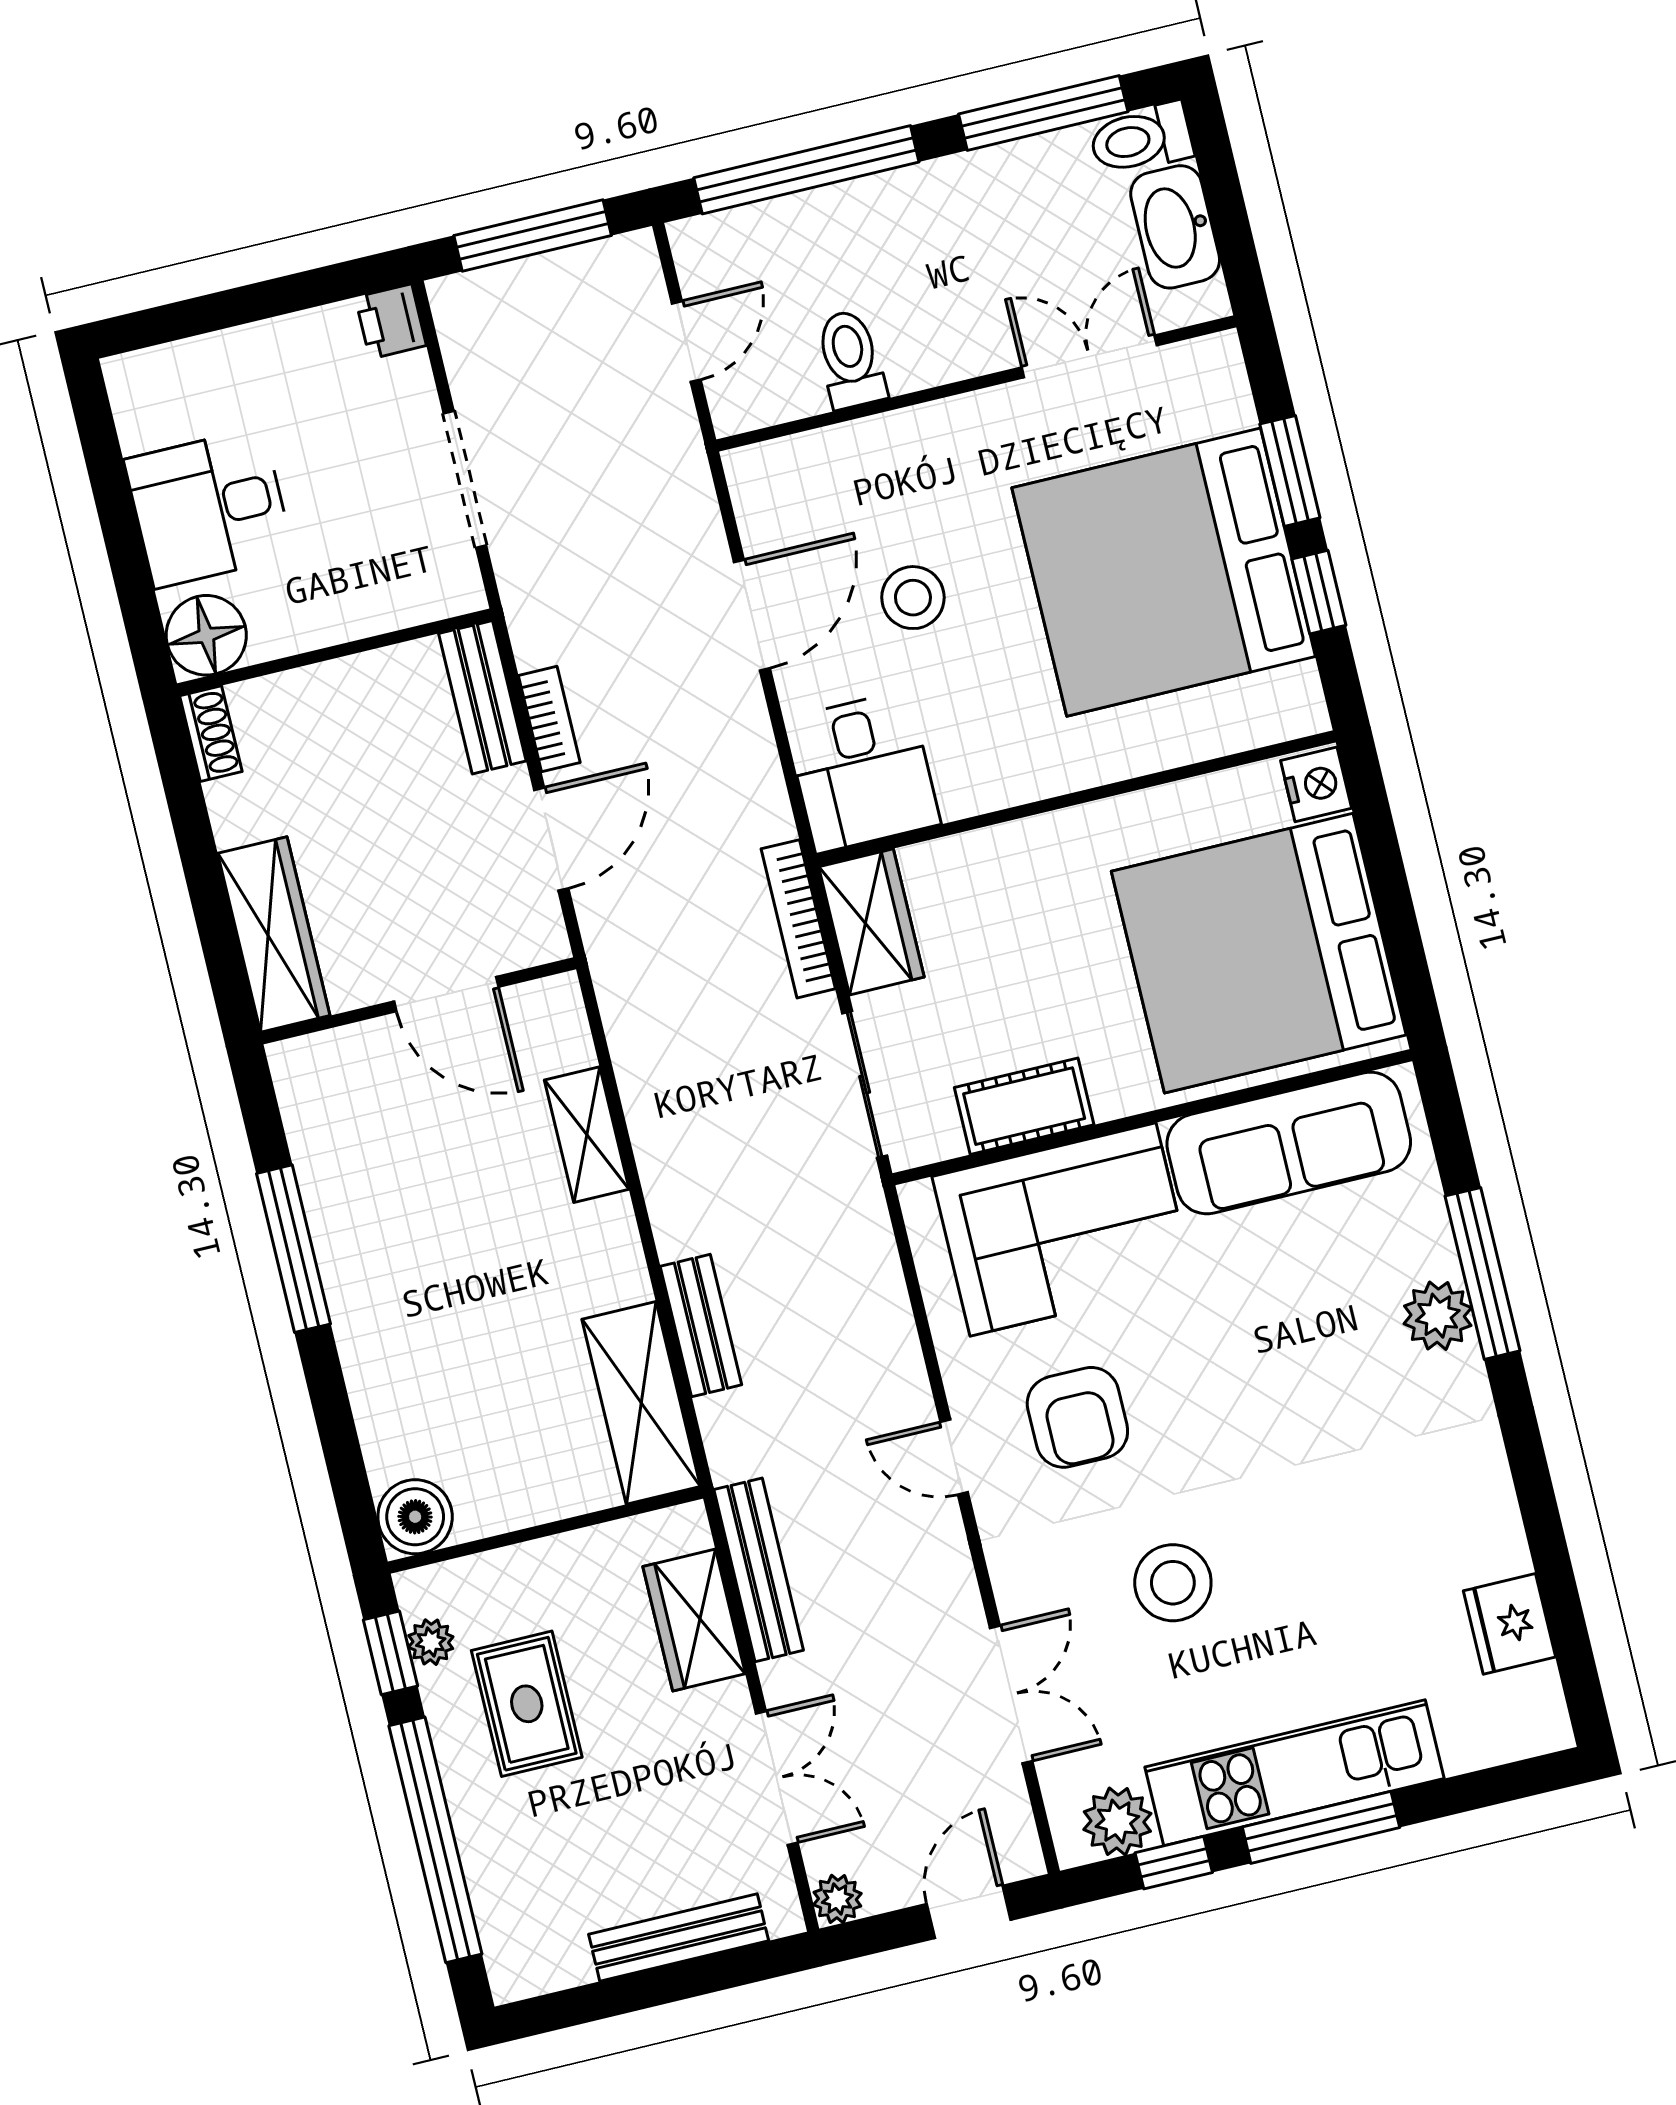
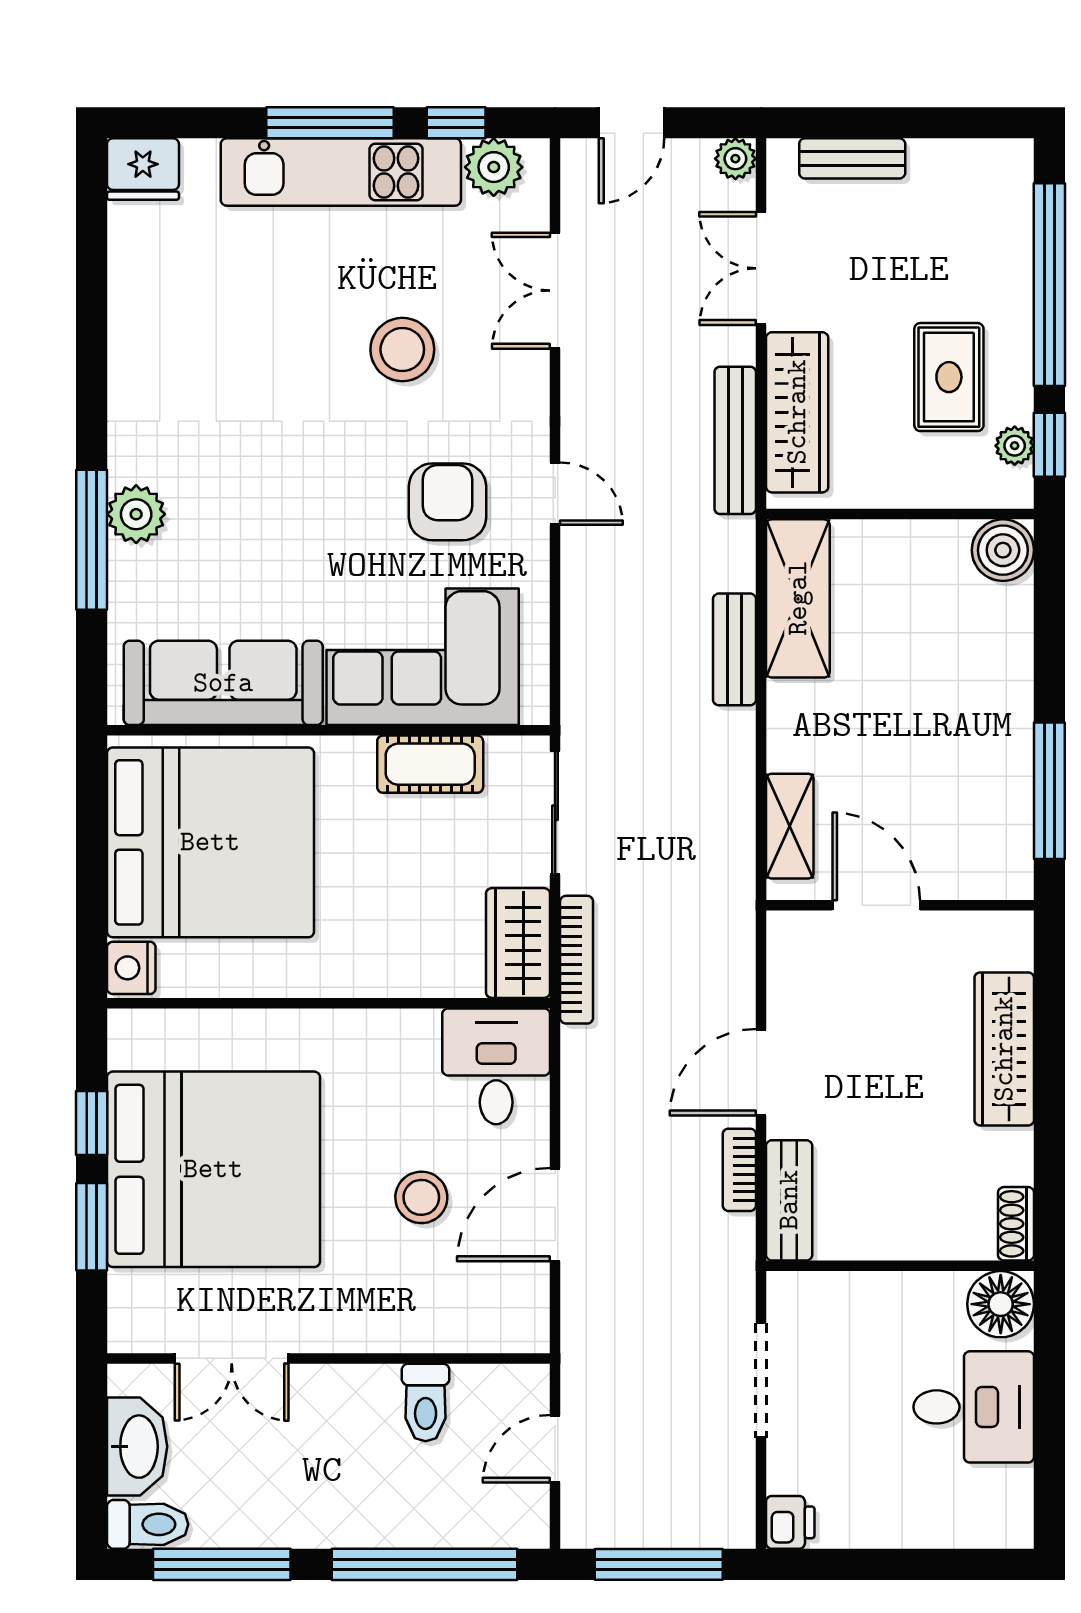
door: (446, 994) -> (876, 905), moved
wall: (418, 1001) -> (900, 905), moved
wardrobe: (694, 1620) -> (797, 412), width x1.50
fridge: (1509, 1624) -> (143, 169), moved, turned 90
bench: (679, 1937) -> (852, 158), width x0.73

